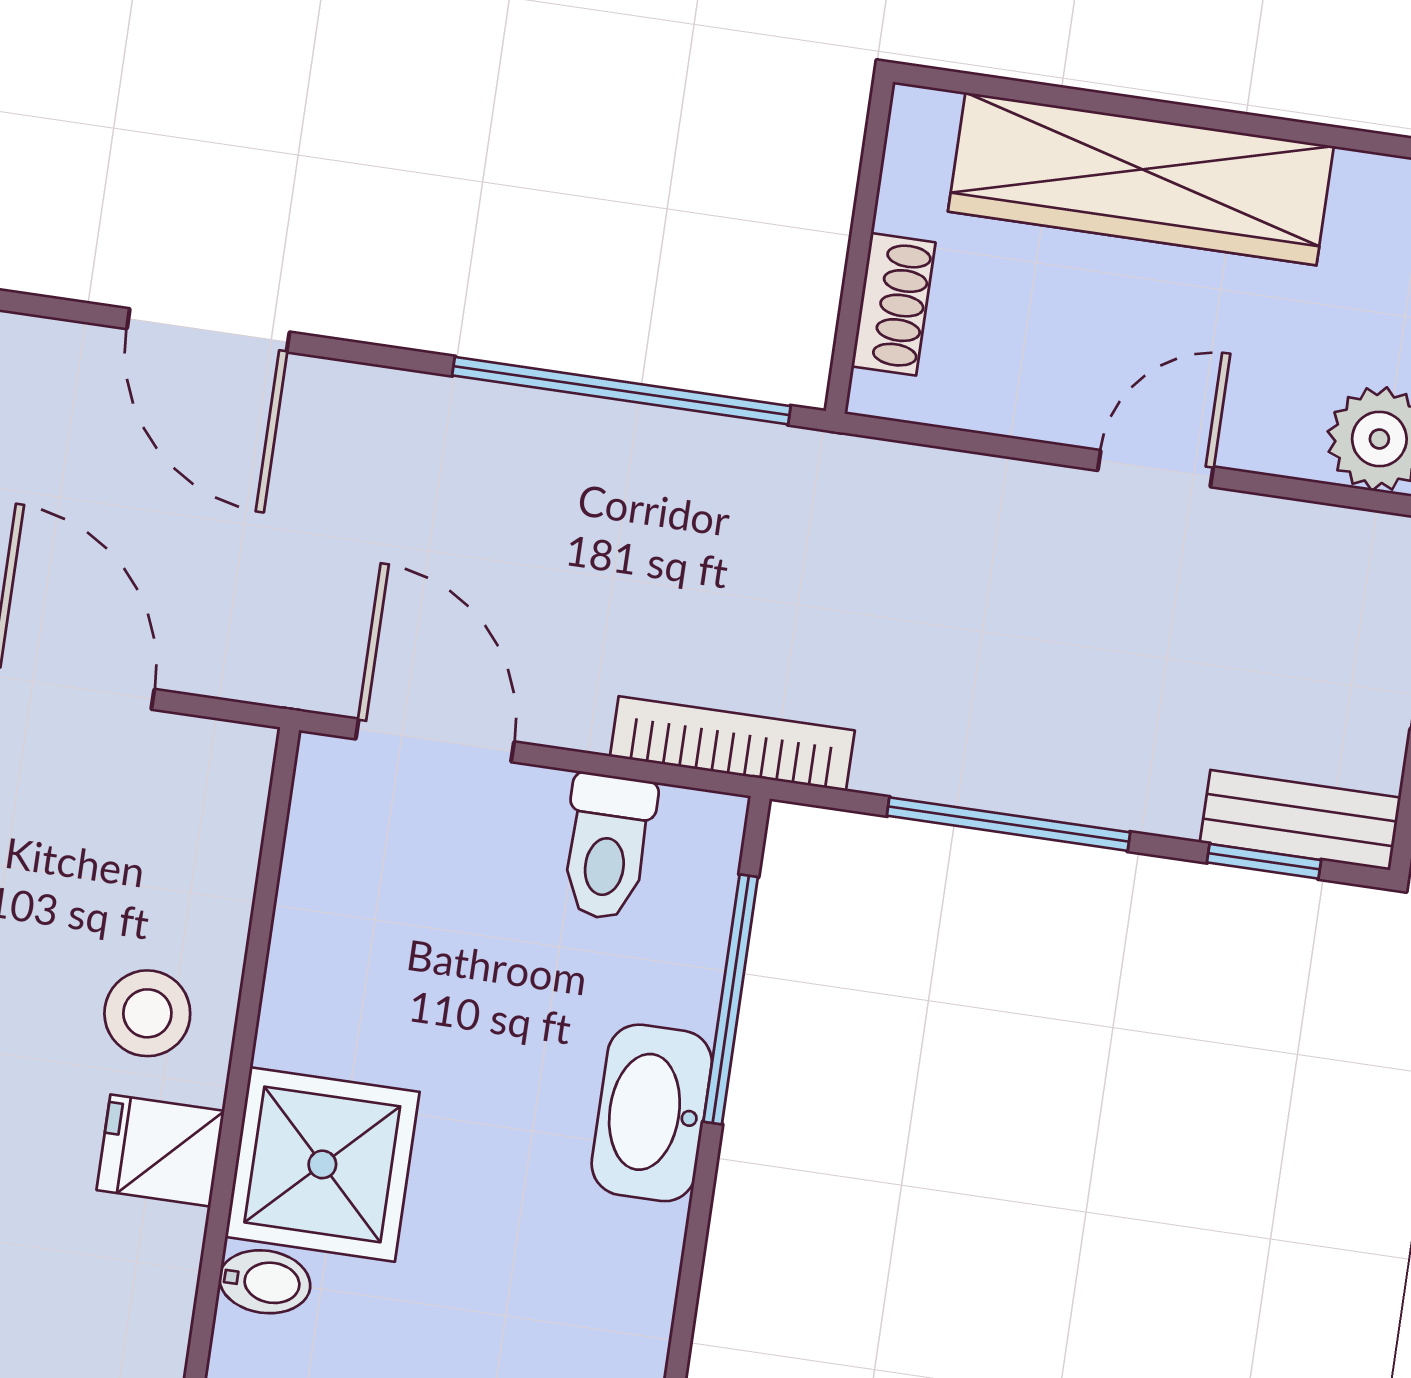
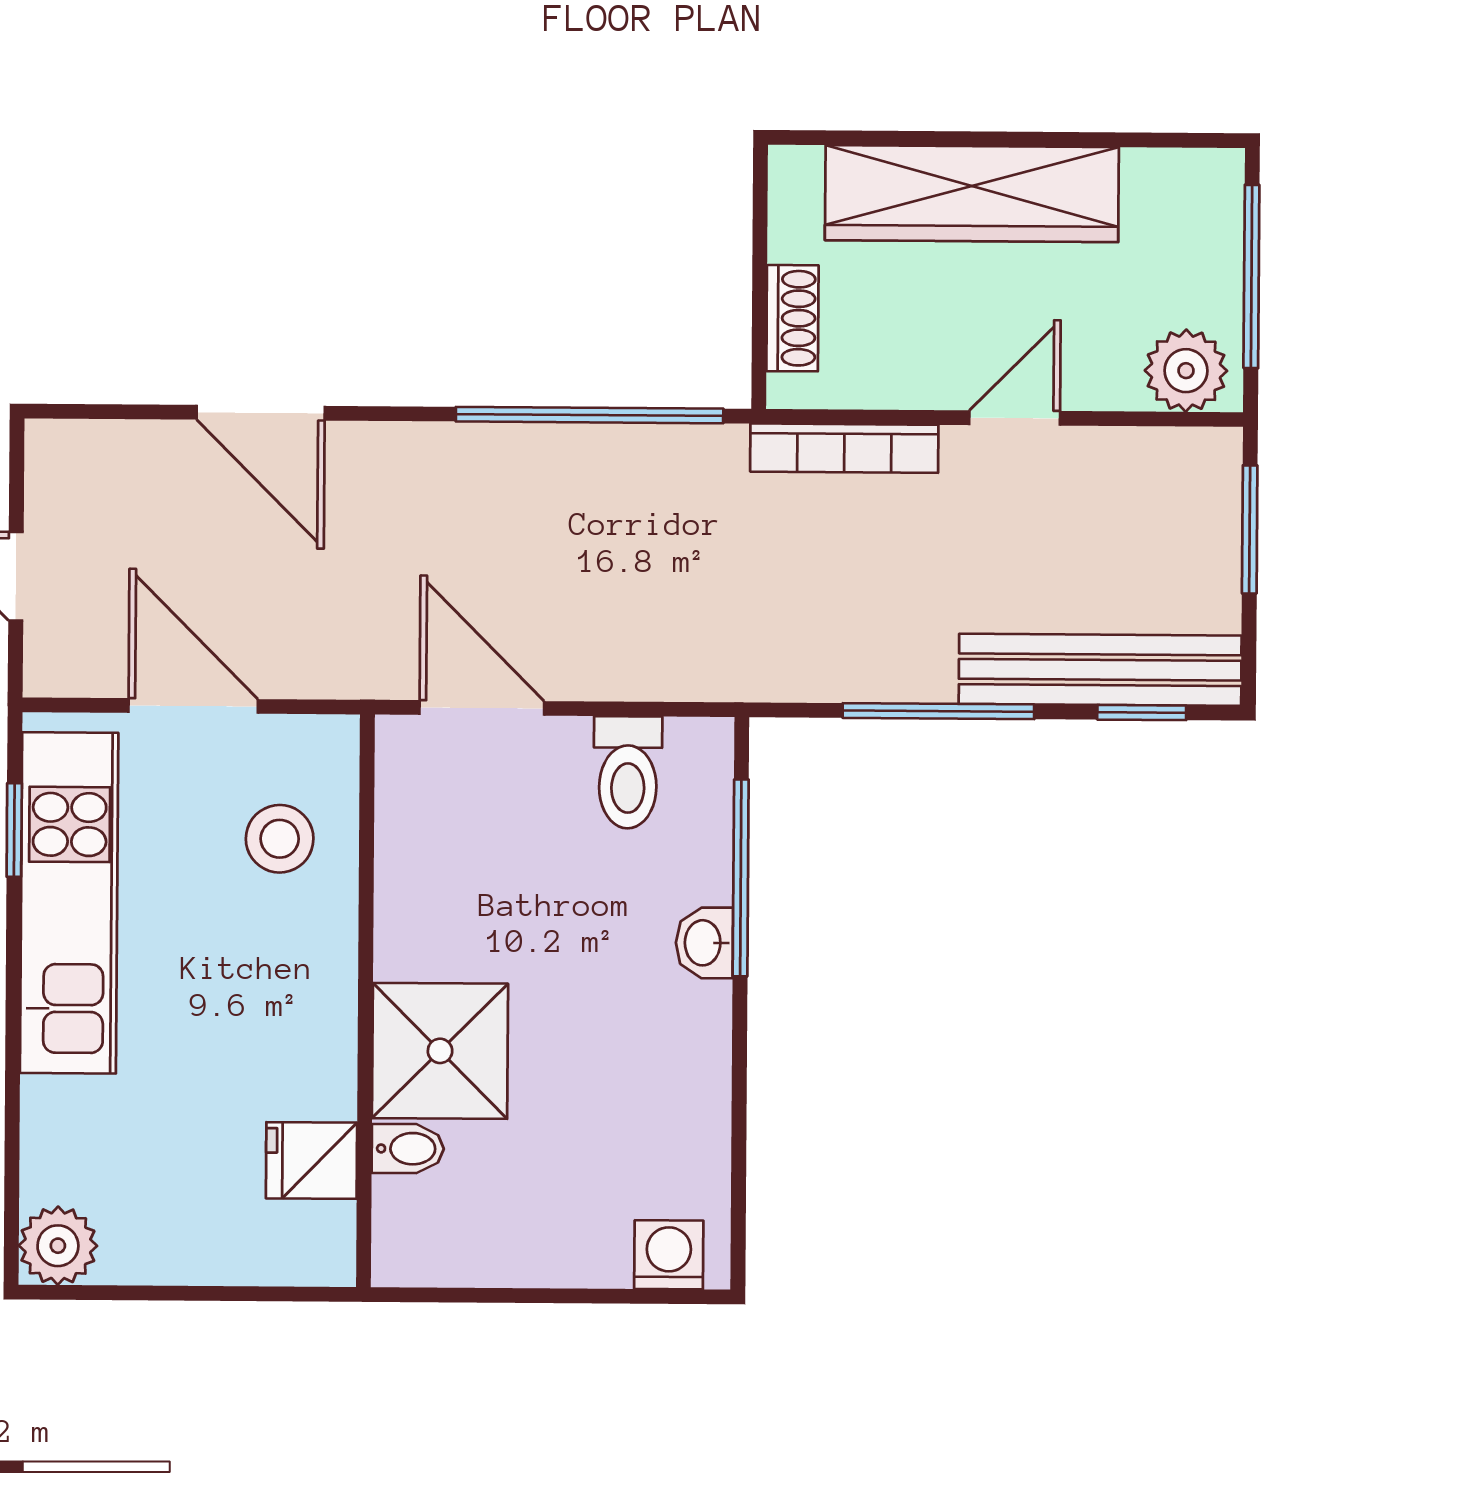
bookcase: (732, 743) -> (844, 448), moved, turned 180
bench: (1300, 820) -> (1100, 670), width x1.86, depth x1.21
stool: (147, 1013) -> (280, 839), moved
washbasin: (652, 1113) -> (704, 943), width x0.52, depth x0.69
fridge: (160, 1150) -> (312, 1160), moved

